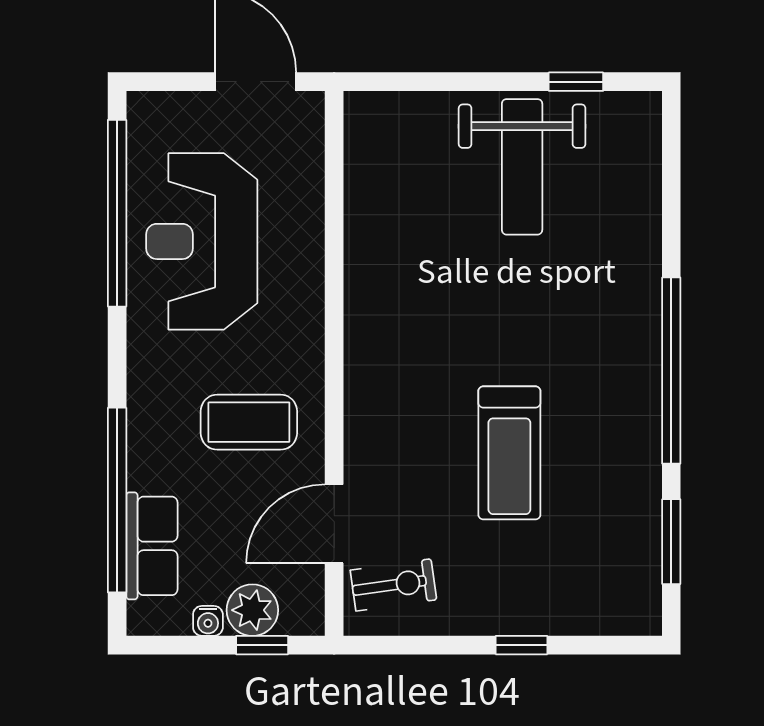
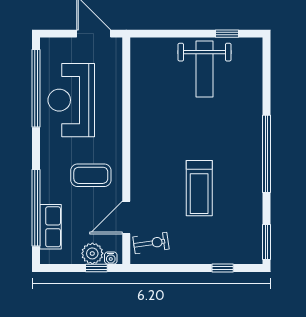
window: (671, 542) -> (267, 242), moved
water cooler: (208, 621) -> (111, 258), moved
window: (521, 645) -> (223, 268), moved

